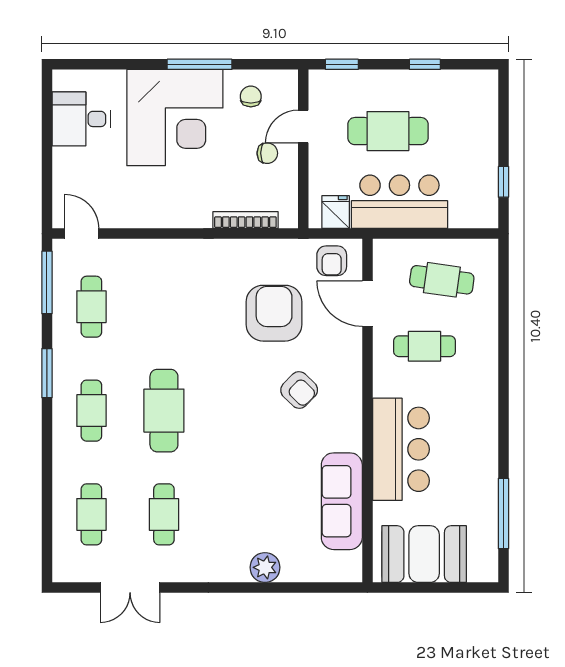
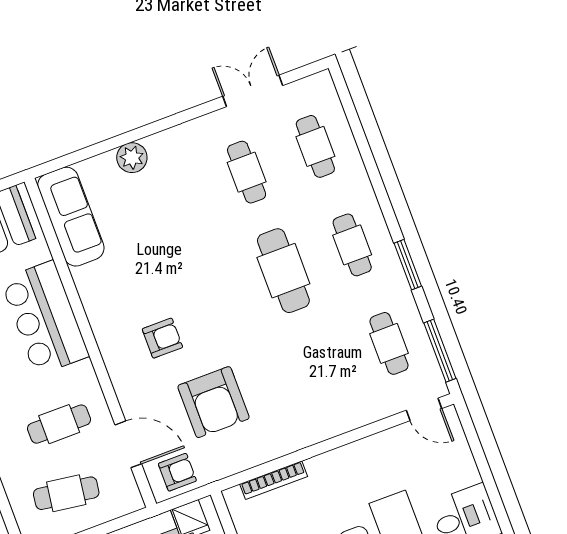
armchair: (332, 261) -> (177, 472), turned 90
armchair: (299, 390) -> (162, 338), turned 136
sofa: (342, 501) -> (71, 217), moved

